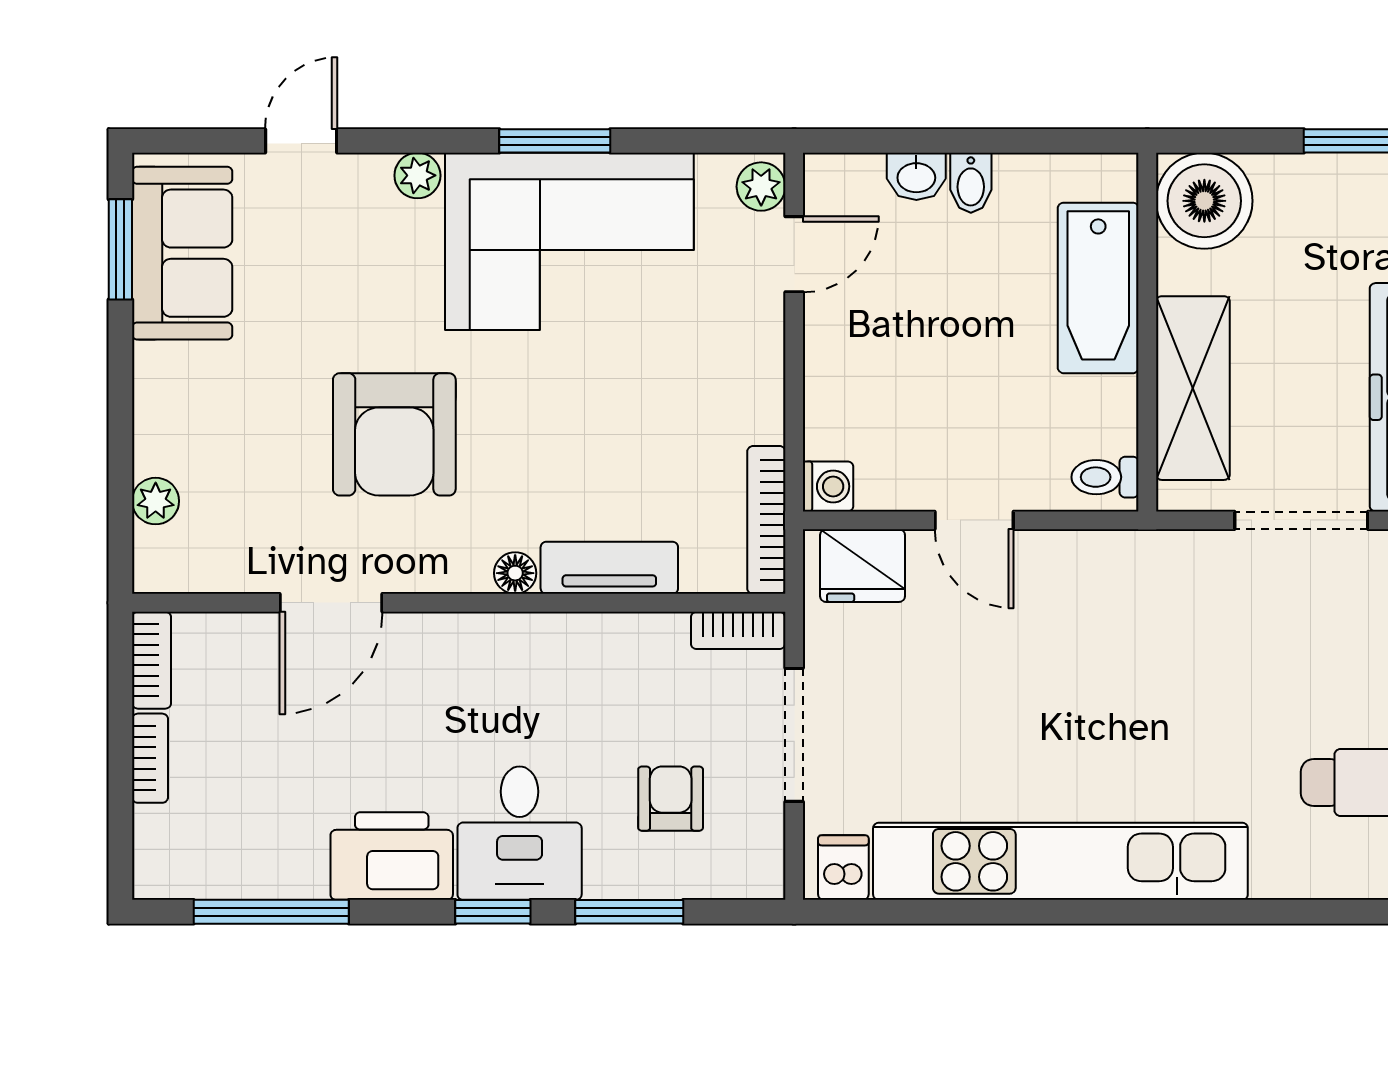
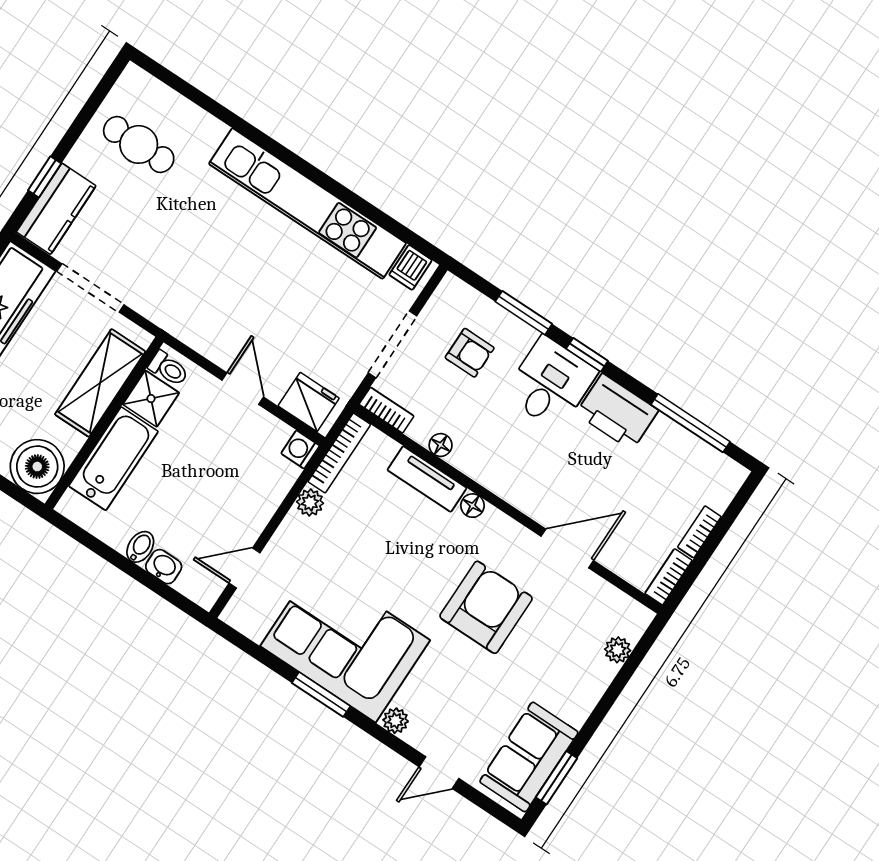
plant: (761, 187) -> (310, 503), moved
shower: (1102, 415) -> (151, 399), added
floor lamp: (623, 632) -> (441, 445), added
armchair: (671, 799) -> (470, 353), turned -90

